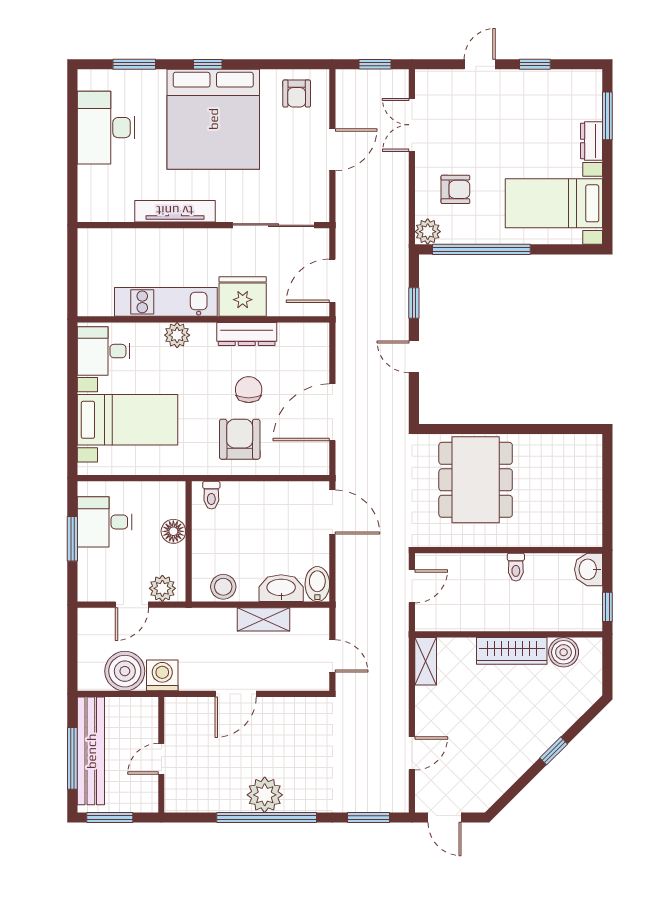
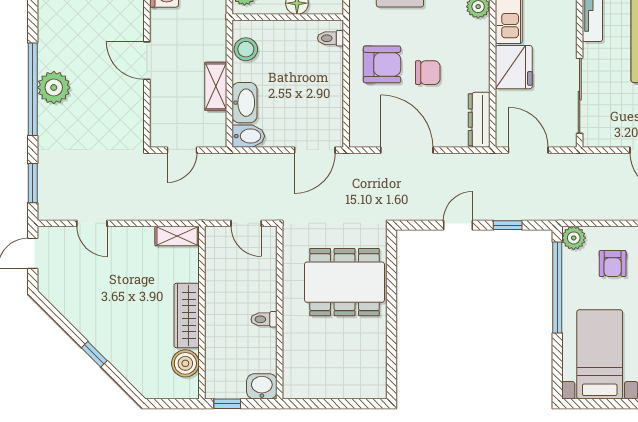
dresser: (247, 334) -> (479, 120), moved

